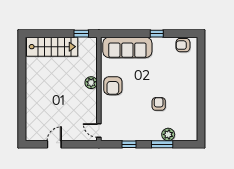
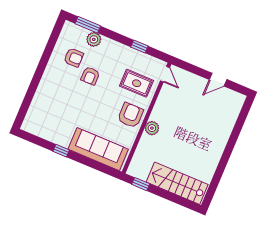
armchair: (183, 45) -> (74, 58), moved
rug: (119, 114) -> (137, 83), added
window: (162, 144) -> (88, 25), moved

